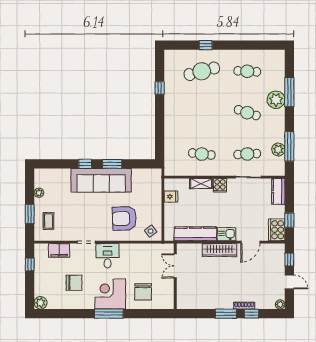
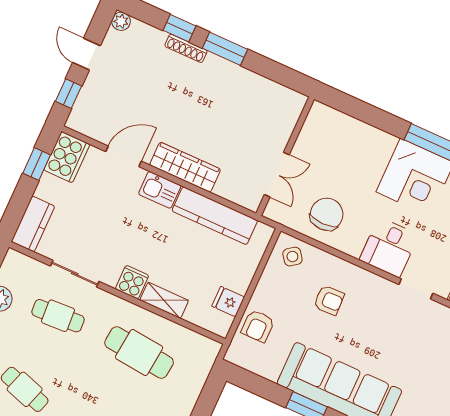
cafe table: (202, 154) -> (139, 352), width x1.37, depth x1.35
armchair: (152, 191) -> (258, 326), added
armchair: (124, 218) -> (329, 300), width x0.53, depth x0.53
chair: (143, 292) -> (327, 214), moved

